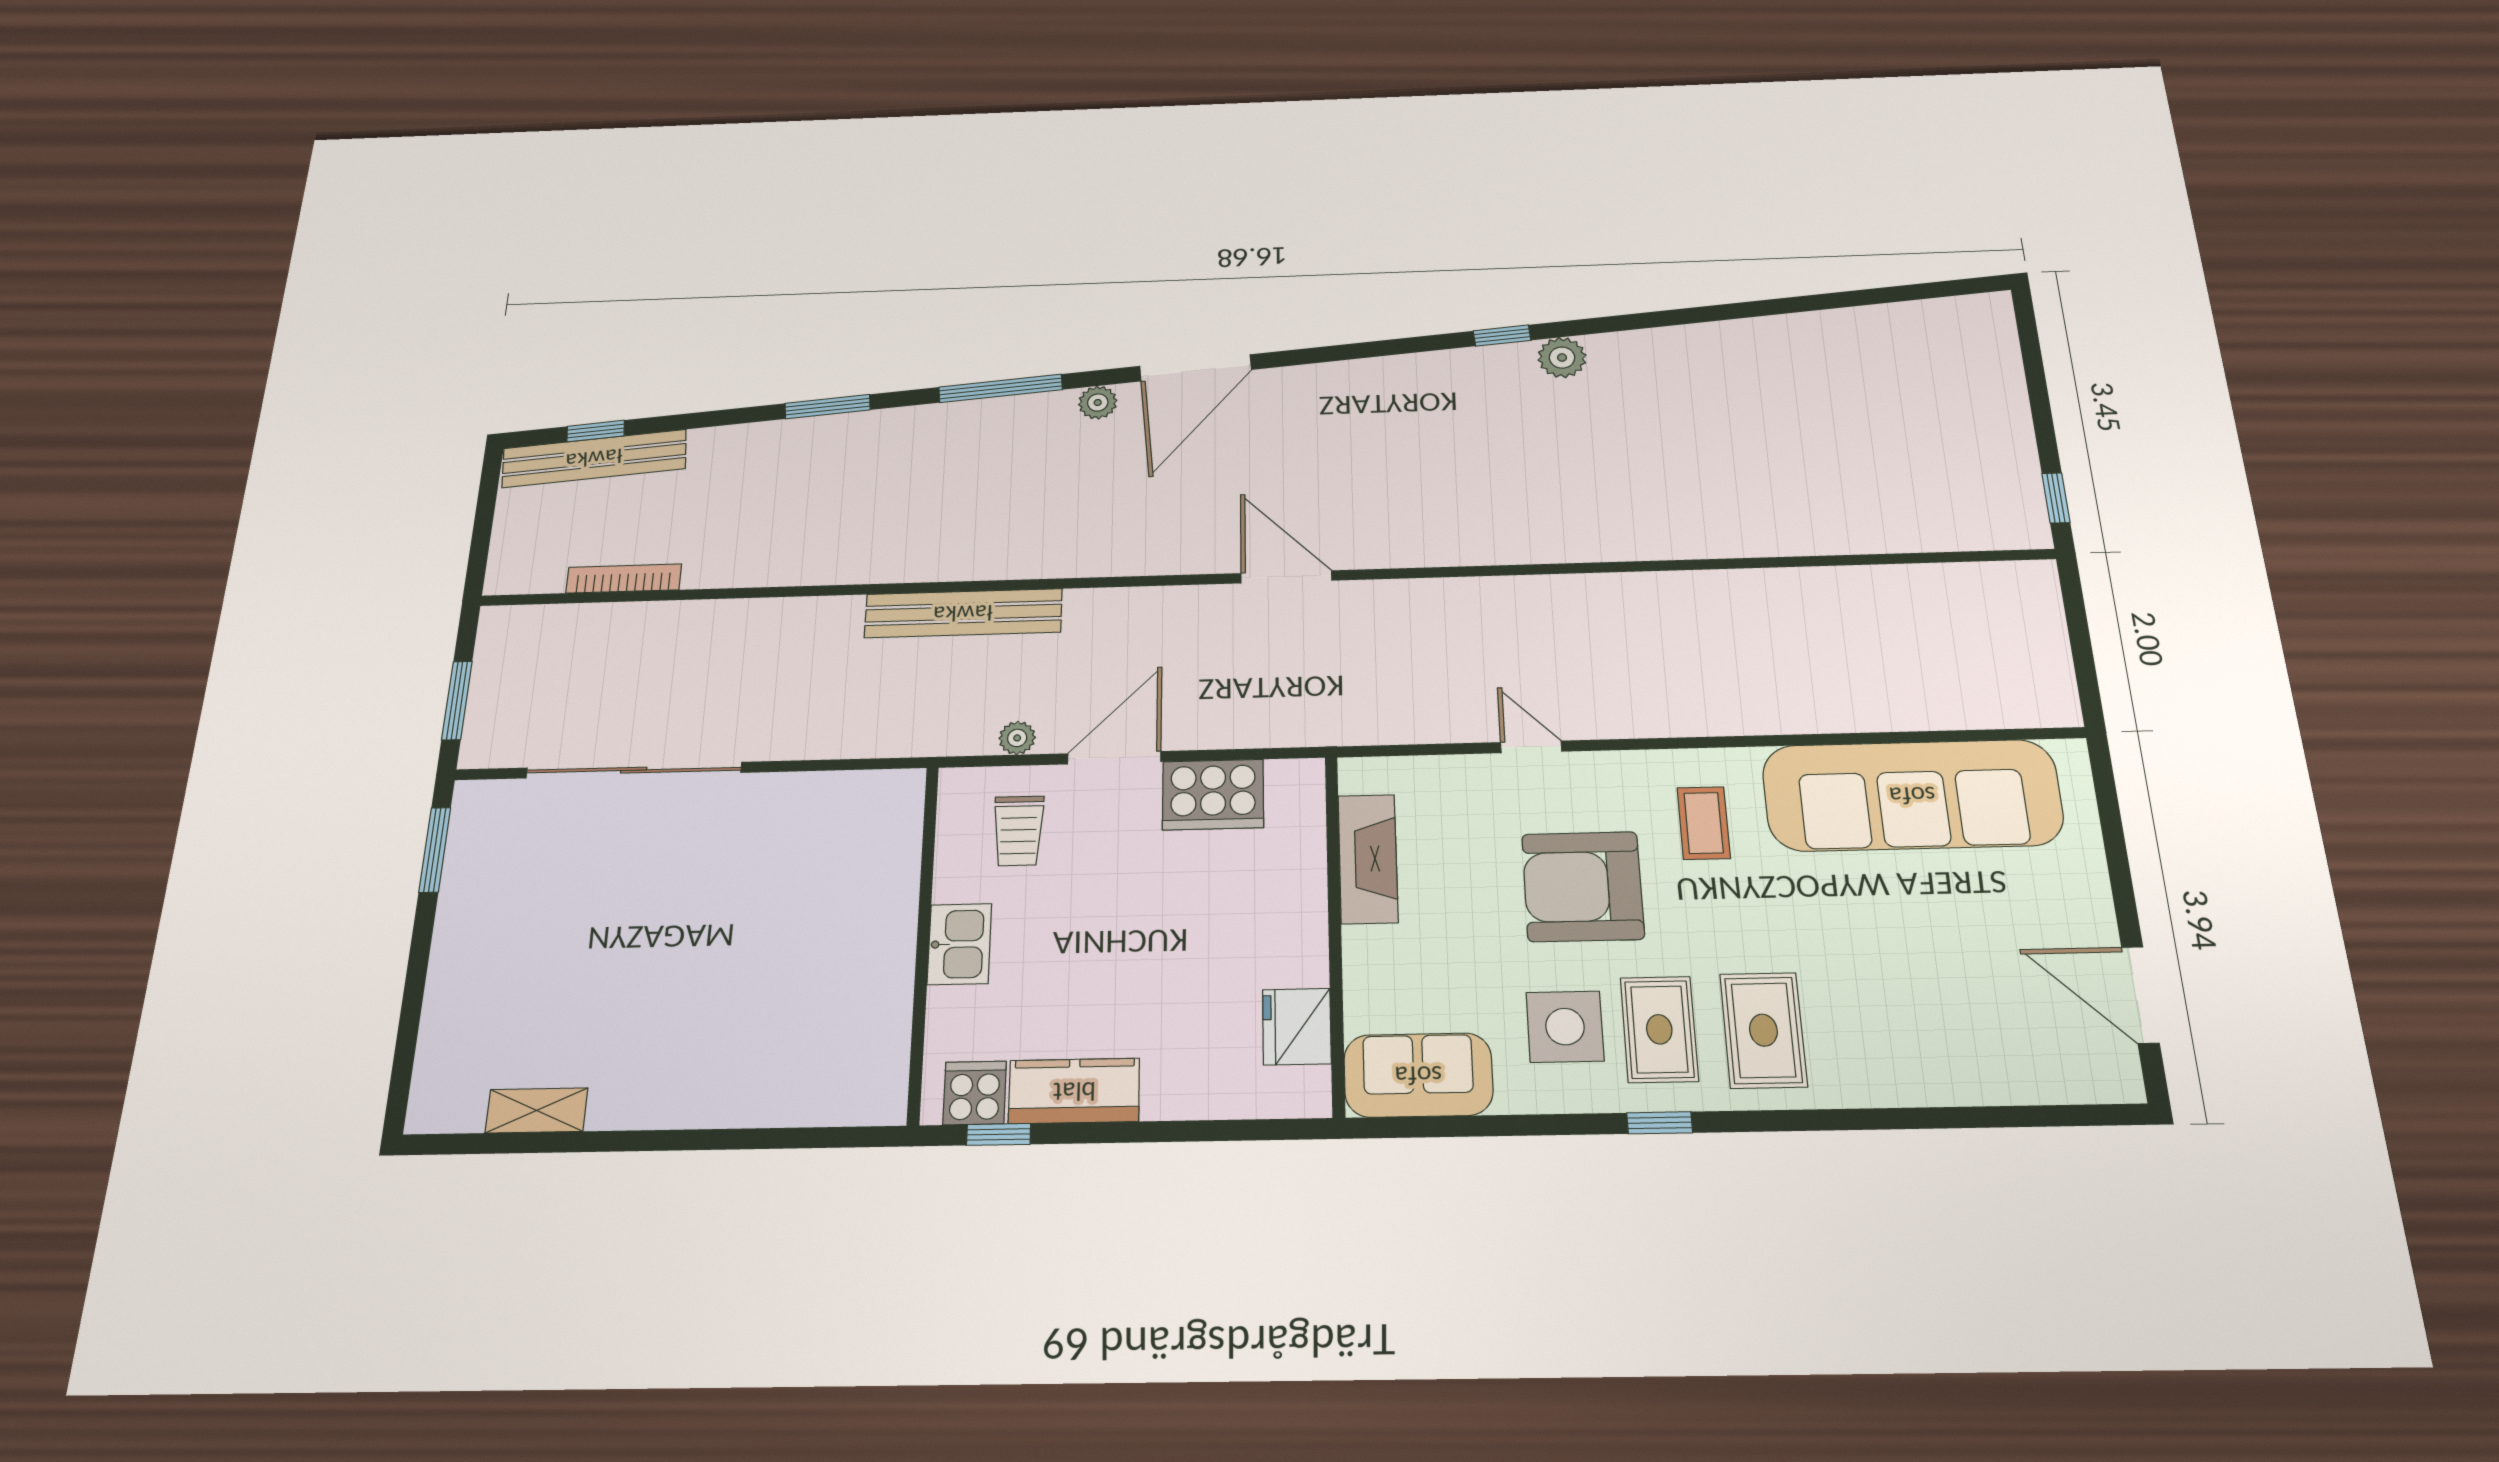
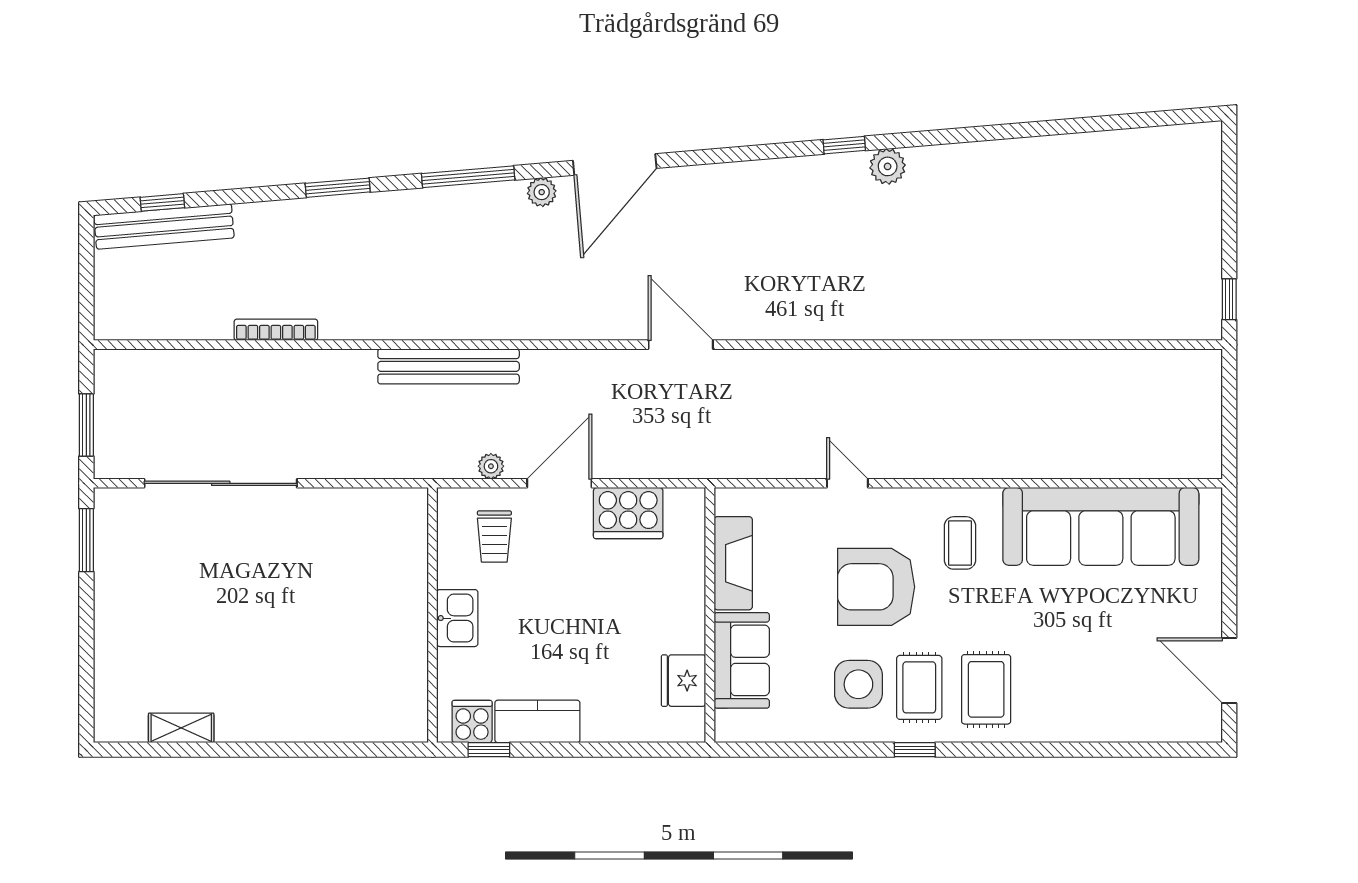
bookcase: (624, 579) -> (276, 330), moved
sofa: (1418, 1075) -> (742, 660), moved, turned 90

